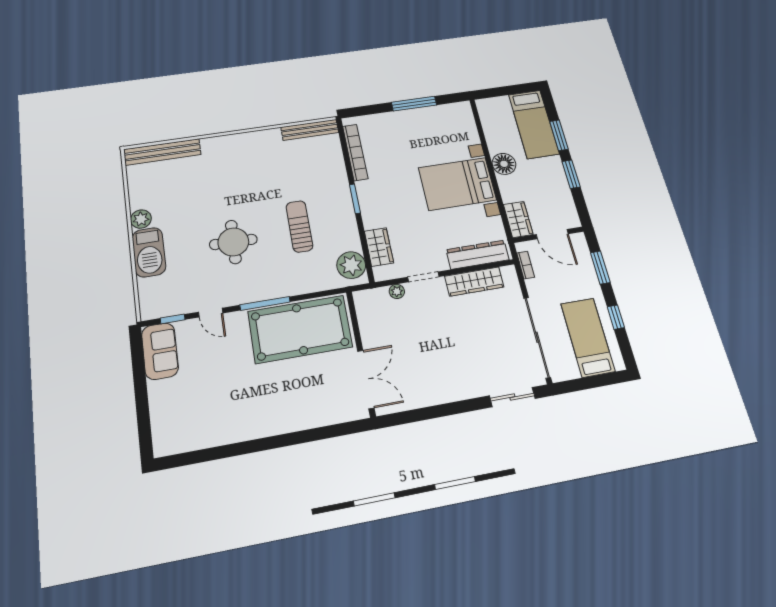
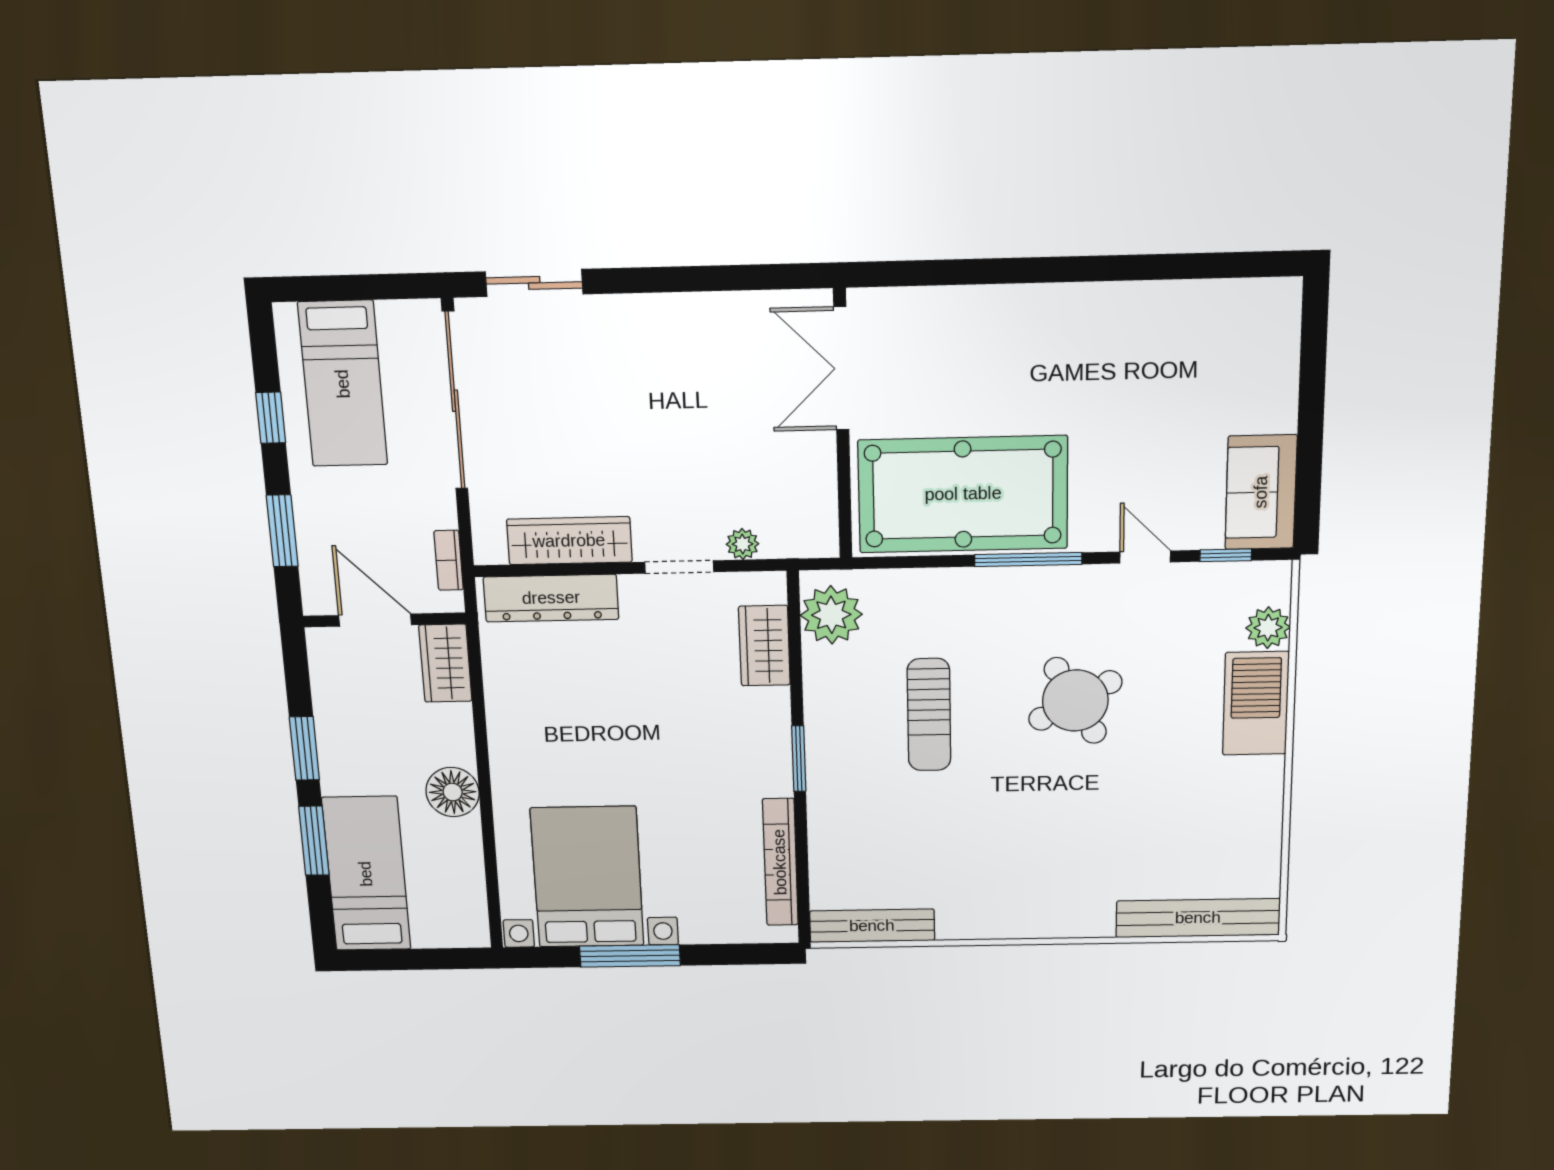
bed with nightstands: (457, 184) -> (587, 877), moved, turned -90
plant: (141, 219) -> (1268, 628), moved
round table: (233, 242) -> (1075, 701), turned -30

